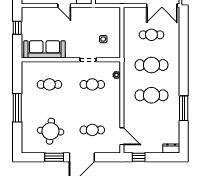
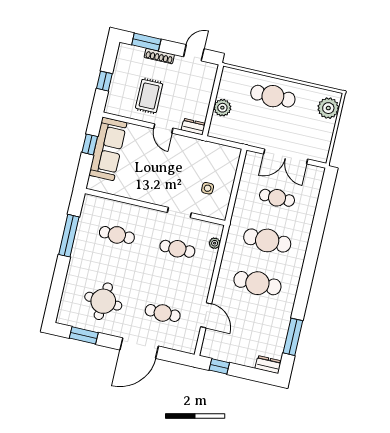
double door: (162, 6) -> (286, 156), moved
sofa: (44, 49) -> (108, 149), moved, turned 90
window: (17, 108) -> (69, 236), moved
window: (184, 108) -> (293, 337), moved
door: (122, 136) -> (206, 315), moved
window: (54, 157) -> (84, 335), moved

